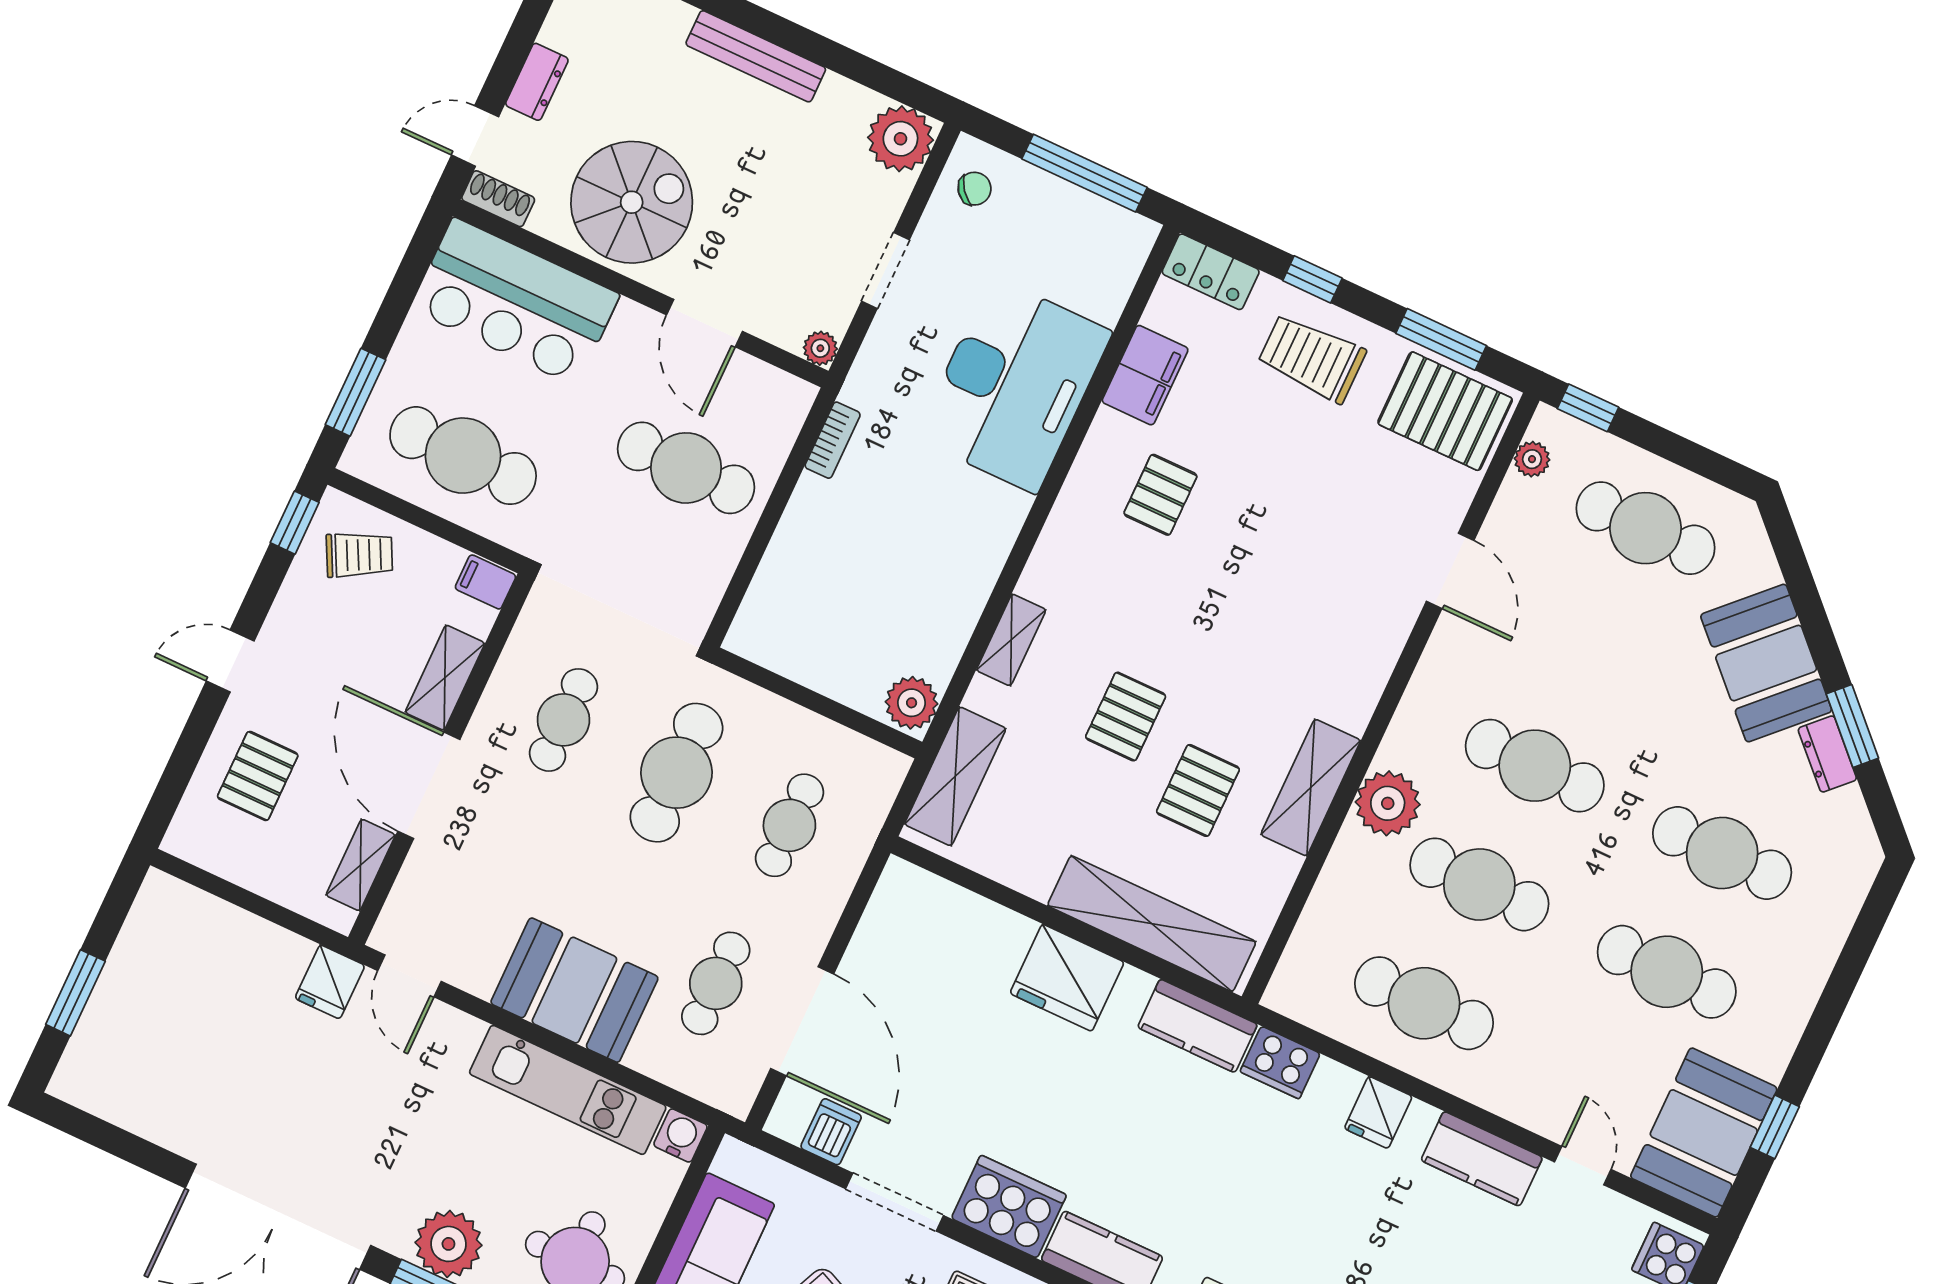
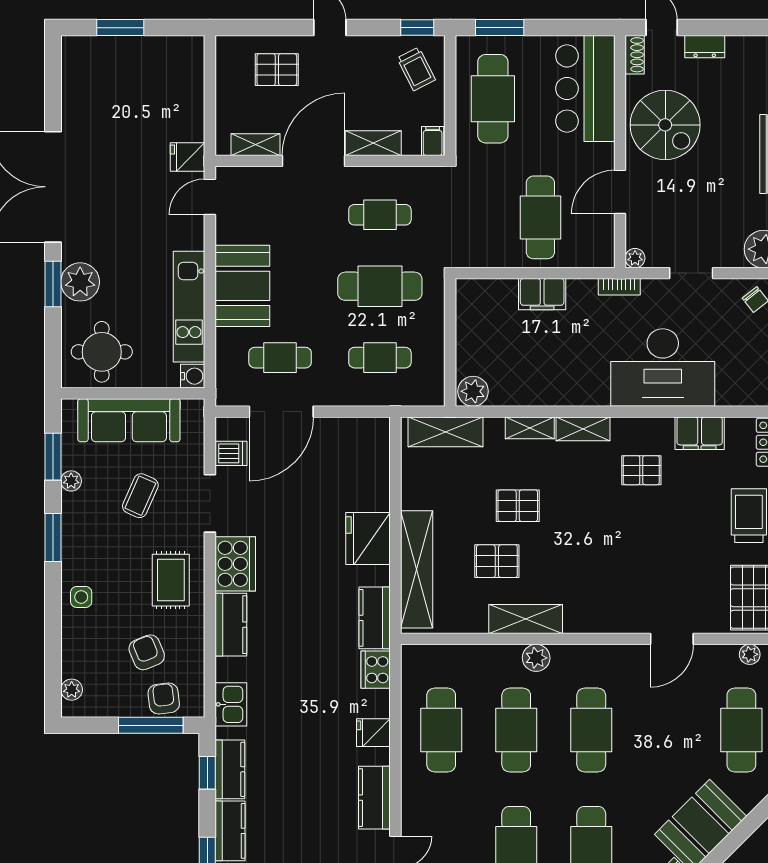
bookcase: (833, 440) -> (619, 287), moved
filing cabinet: (809, 522) -> (542, 294), added
shelving: (1052, 557) -> (583, 429), added
plant: (1388, 803) -> (536, 658), width x0.73, depth x0.73

